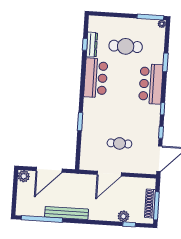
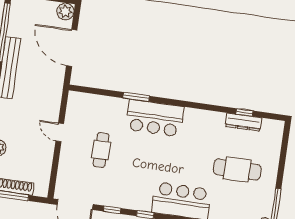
cafe table: (126, 46) -> (237, 169), turned 90
bar counter: (96, 78) -> (155, 118), moved
door: (109, 174) -> (60, 132), width x0.53

